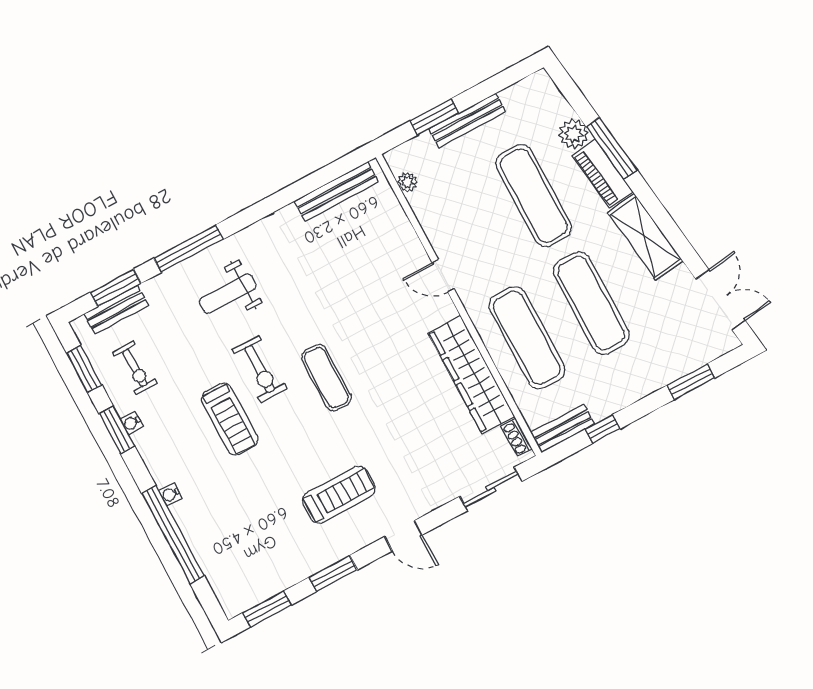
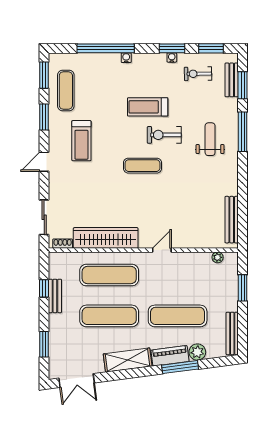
bench: (467, 120) -> (232, 333), moved
bench: (563, 428) -> (55, 296), moved
exercise mat: (273, 562) -> (66, 91), added

